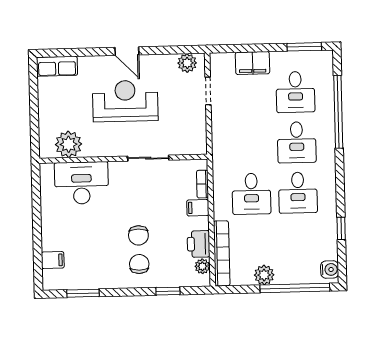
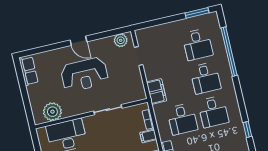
filing cabinet: (252, 63) -> (156, 91), moved, turned -90
row of seats: (57, 66) -> (29, 71), moved, turned -90
reception desk: (125, 101) -> (84, 75), turned 180

